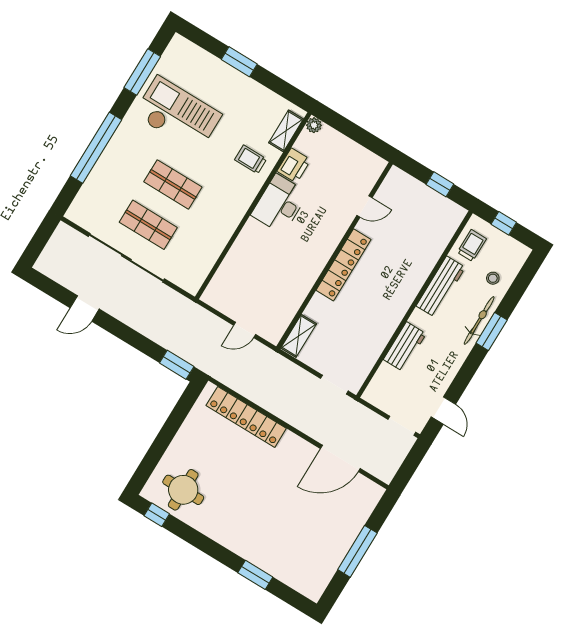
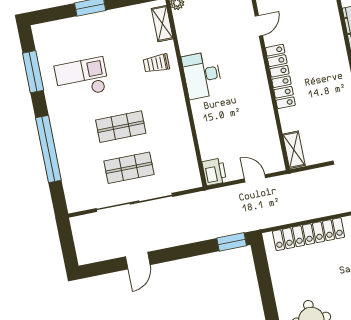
checkout: (178, 115) -> (82, 78), width x0.73, depth x0.83
printer: (294, 165) -> (214, 172), moved
door: (245, 330) -> (255, 178), swing flipped

